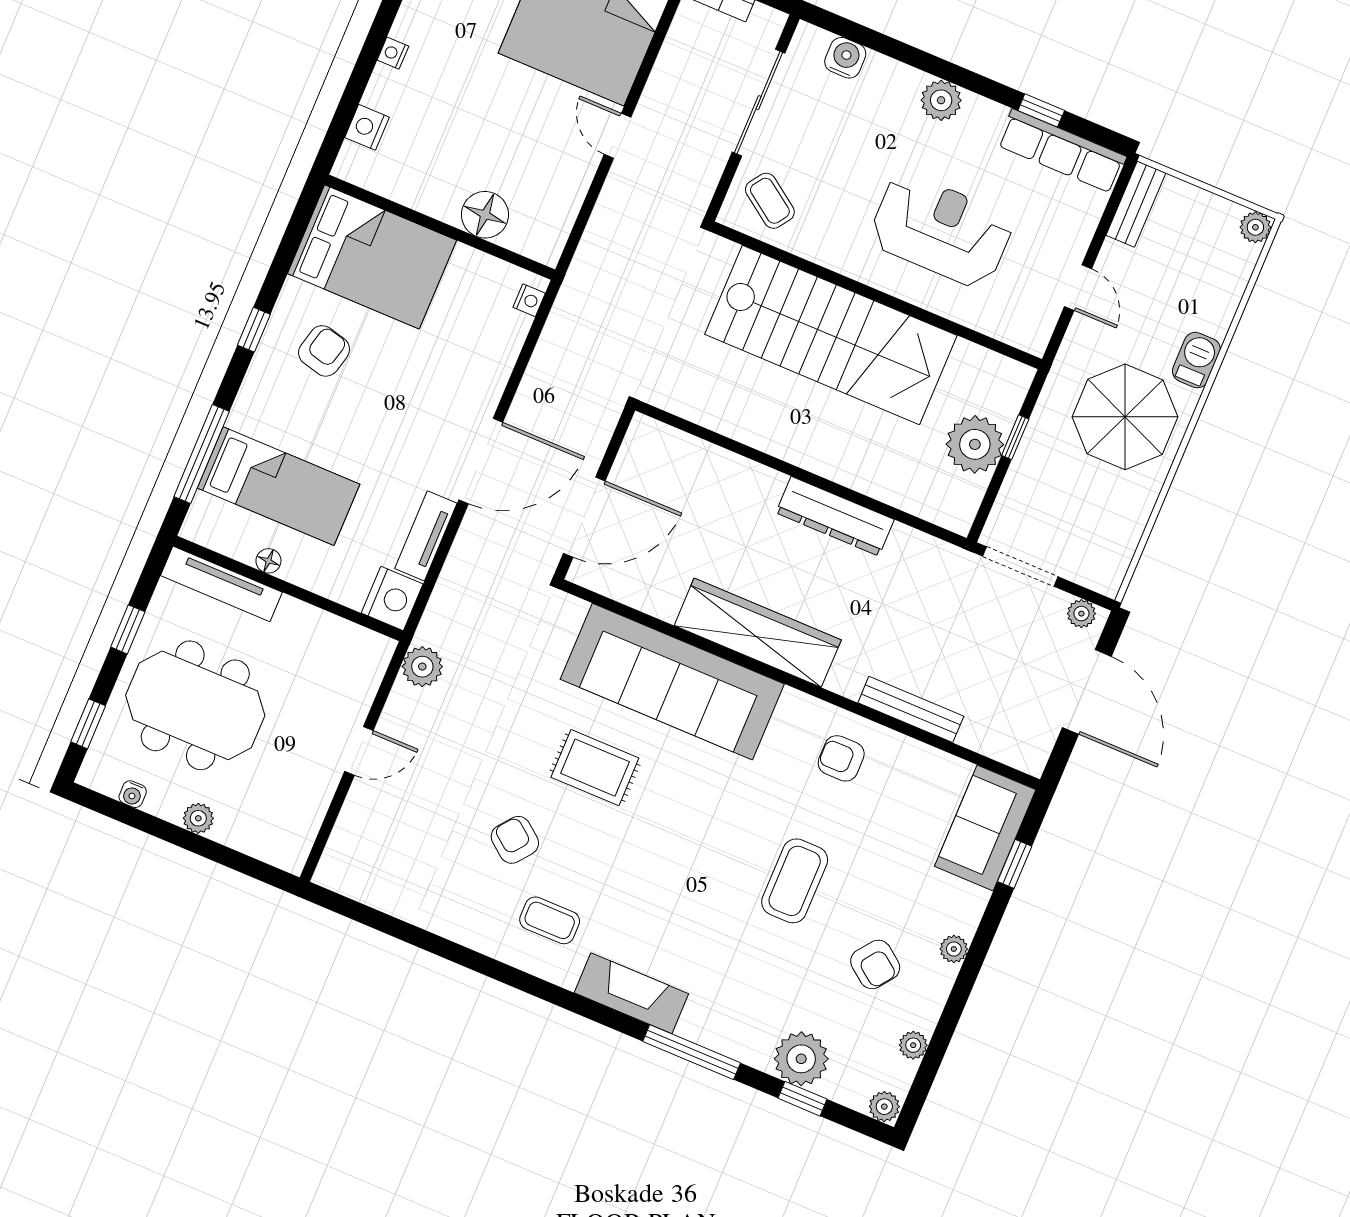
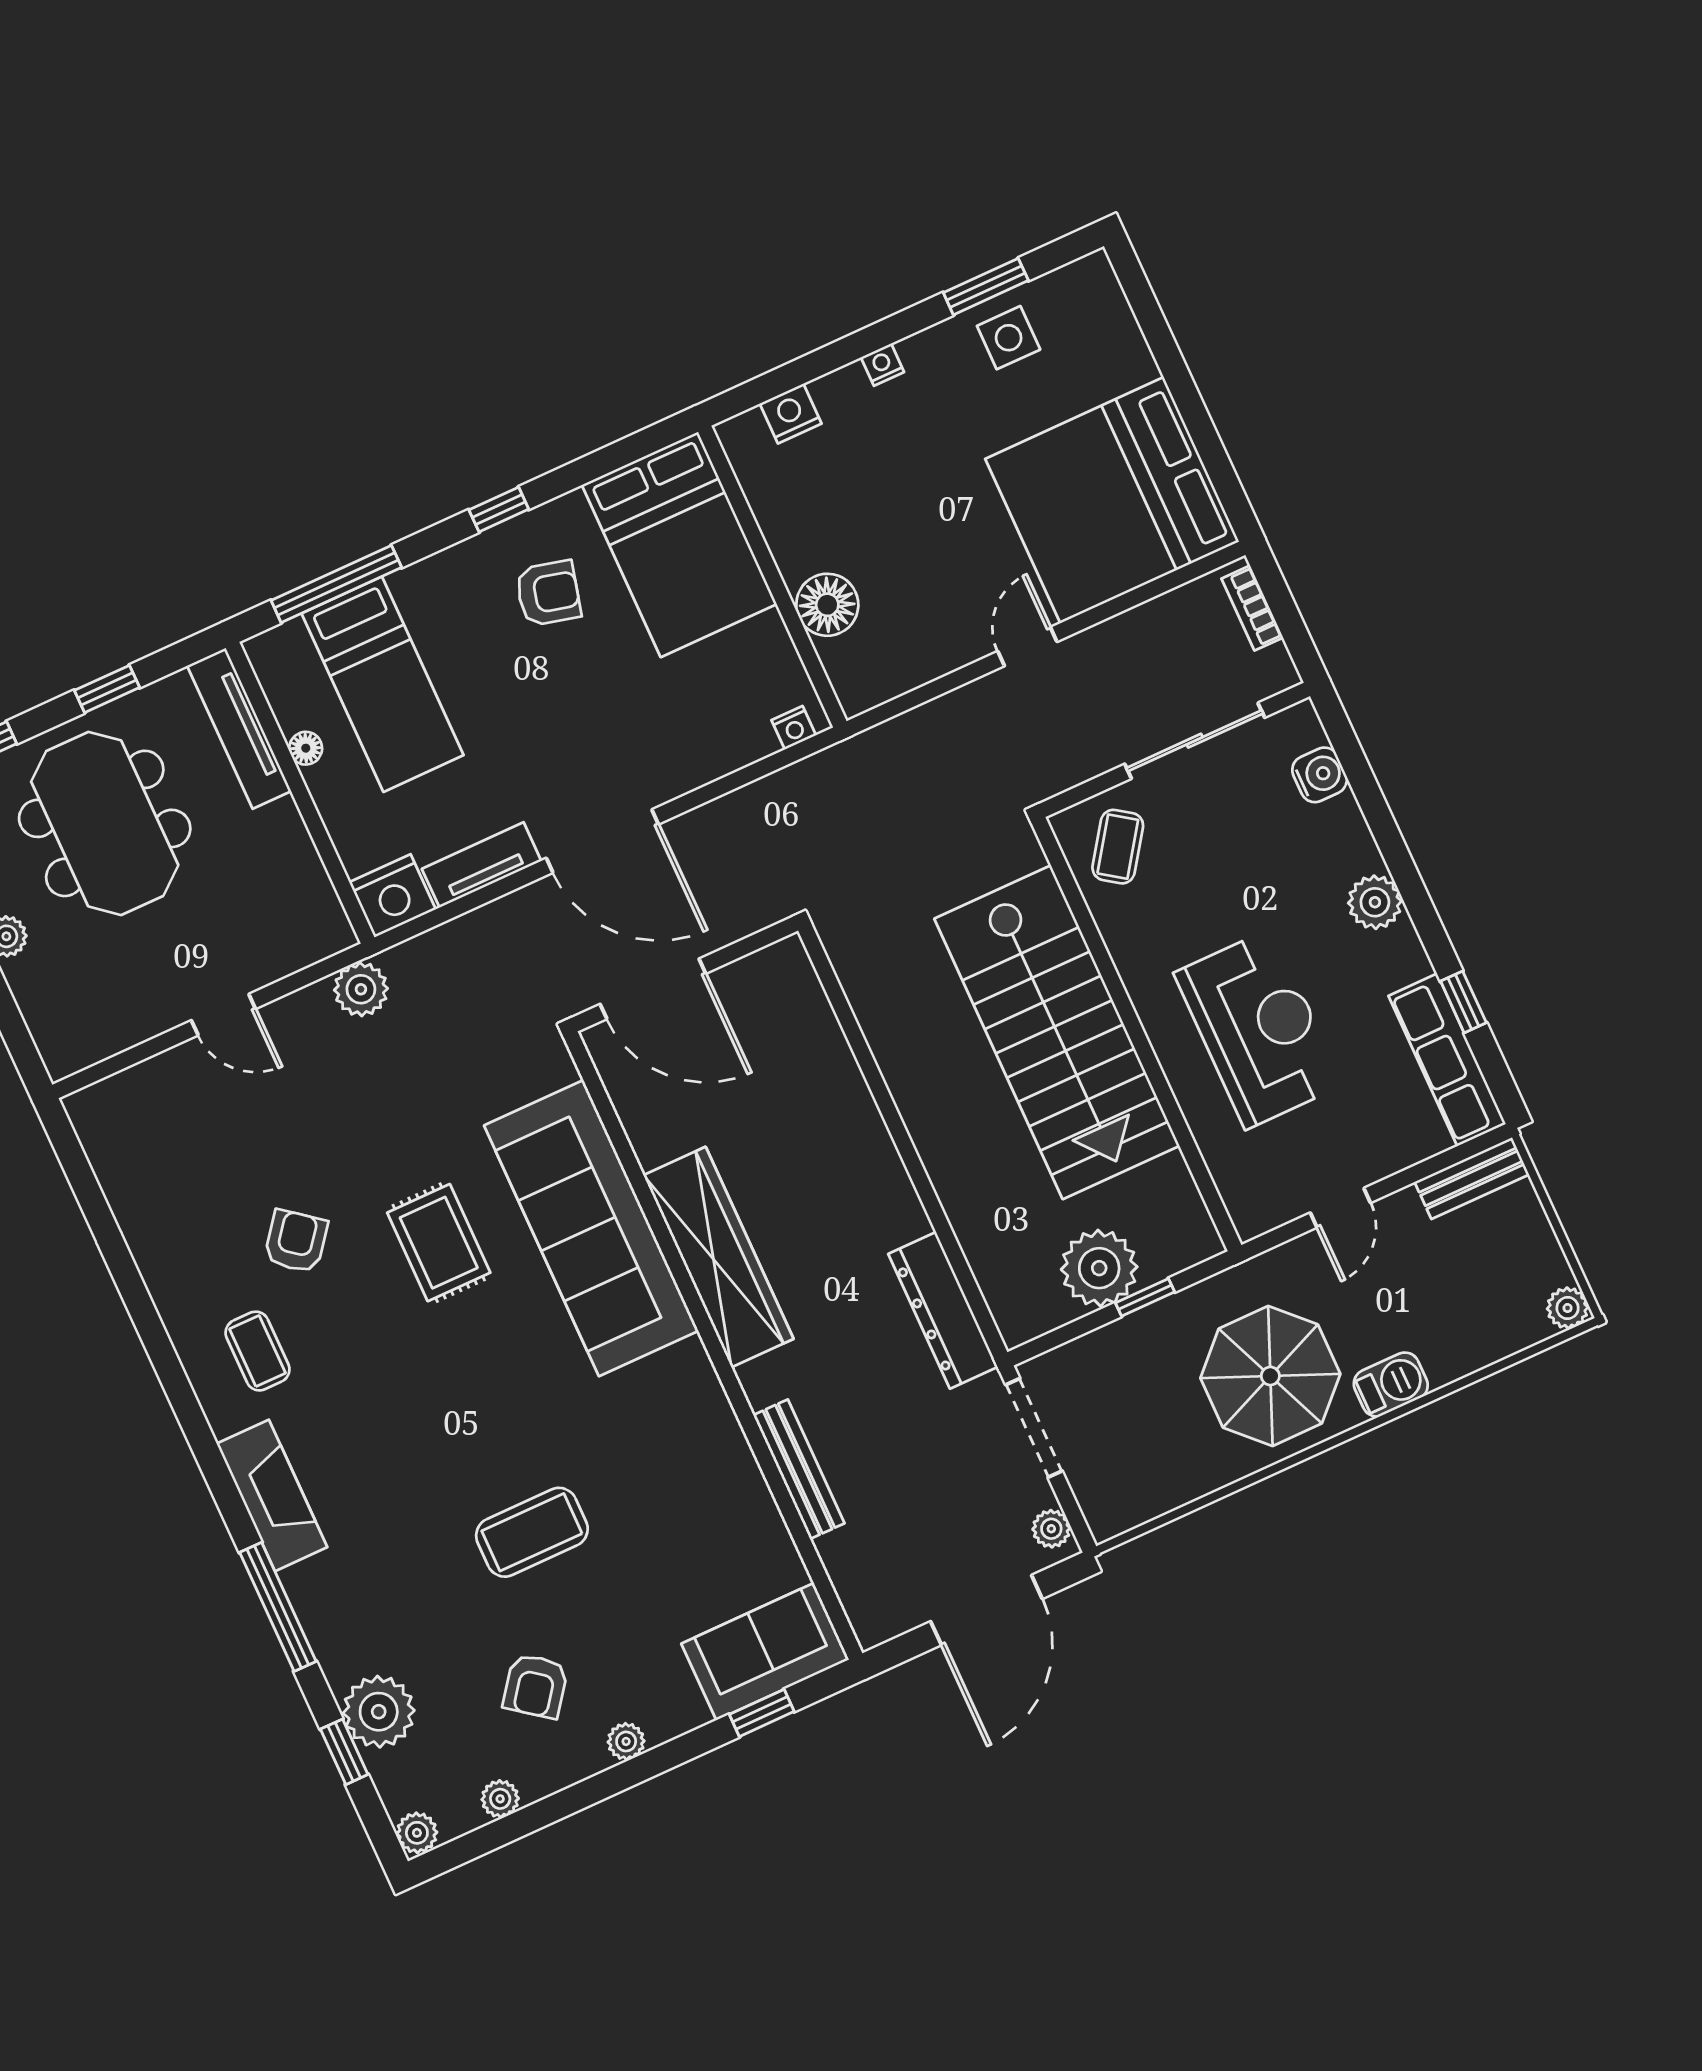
dresser: (835, 516) -> (943, 1310), moved
armchair: (841, 758) -> (687, 1454), removed

